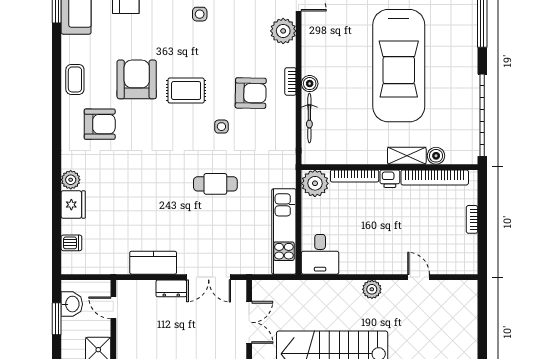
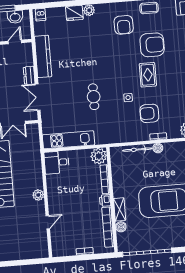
armchair: (251, 93) -> (149, 113), turned 89
dishwasher: (71, 243) -> (41, 15), moved
kitchen counter: (153, 263) -> (43, 56), width x1.50

